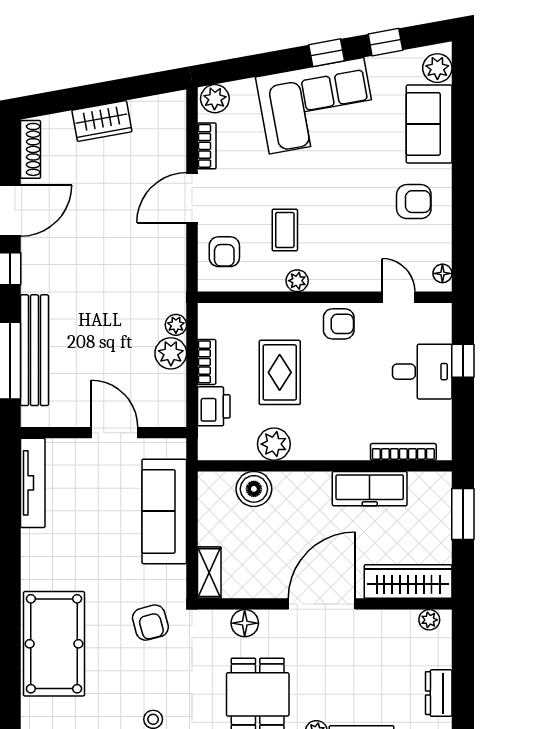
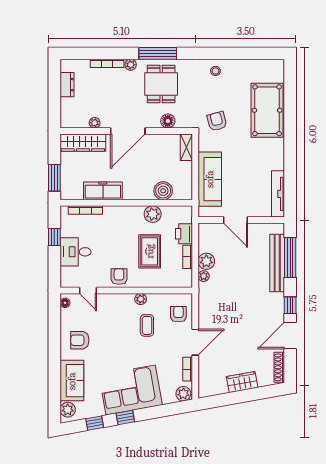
armchair: (339, 324) -> (119, 277), turned 90
window: (463, 361) -> (54, 237), moved
plant: (429, 620) -> (95, 123), moved

